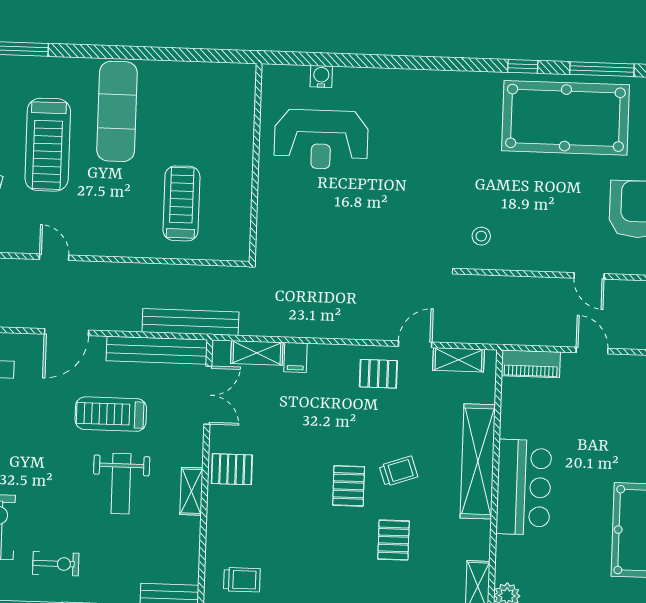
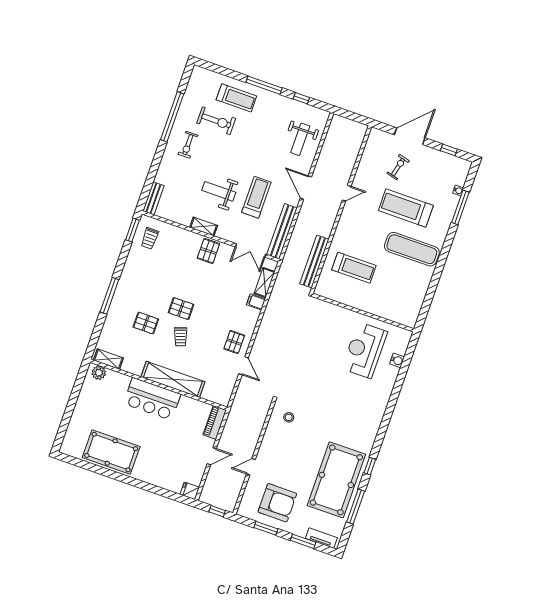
bench: (190, 322) -> (314, 262), moved
shelving: (459, 360) -> (229, 386), removed

